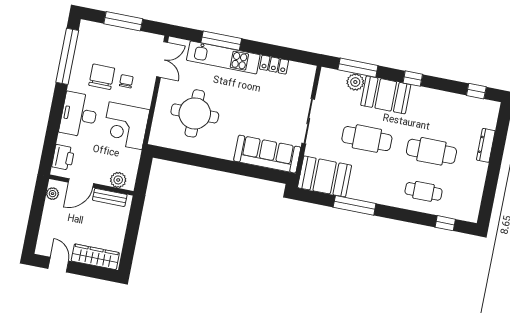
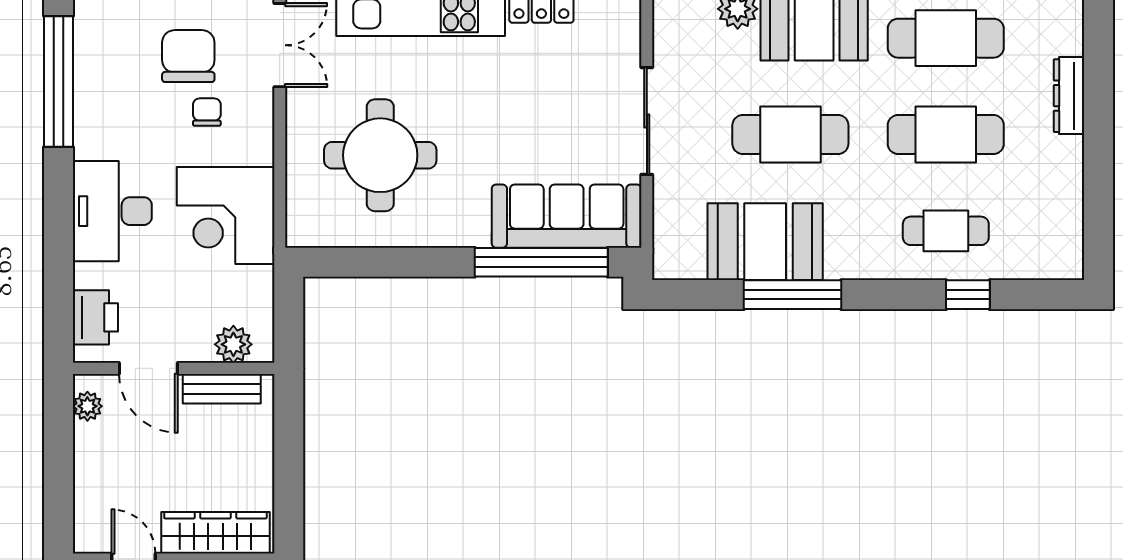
chair: (102, 77) -> (188, 56), moved
cafe table: (439, 111) -> (946, 38), added
window: (253, 171) -> (541, 262), added
booth: (325, 176) -> (765, 242), moved
door: (81, 183) -> (148, 368), hinge flipped
window: (445, 223) -> (968, 295), moved

